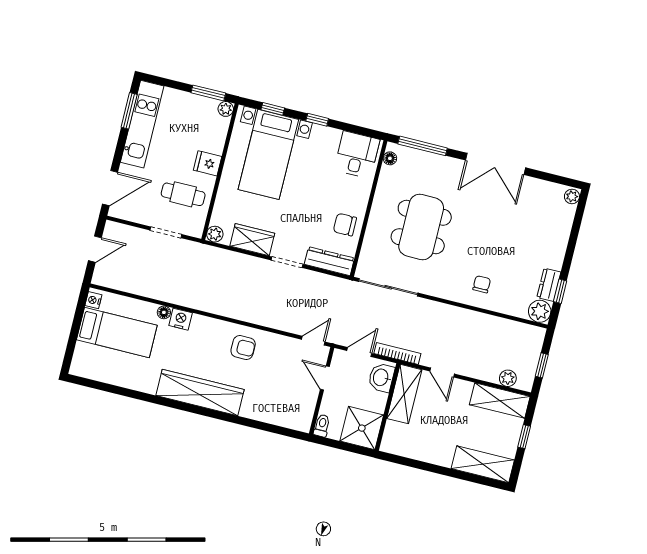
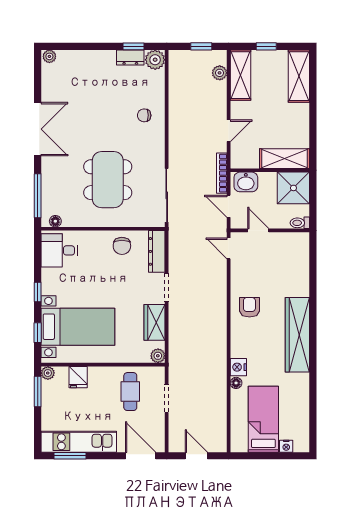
fridge: (208, 163) -> (78, 377), moved
dining table: (421, 227) -> (108, 180), turned 90
nightstand: (93, 300) -> (286, 446), moved
door: (325, 378) -> (258, 230), swing flipped
shelving: (404, 394) -> (285, 159), moved

